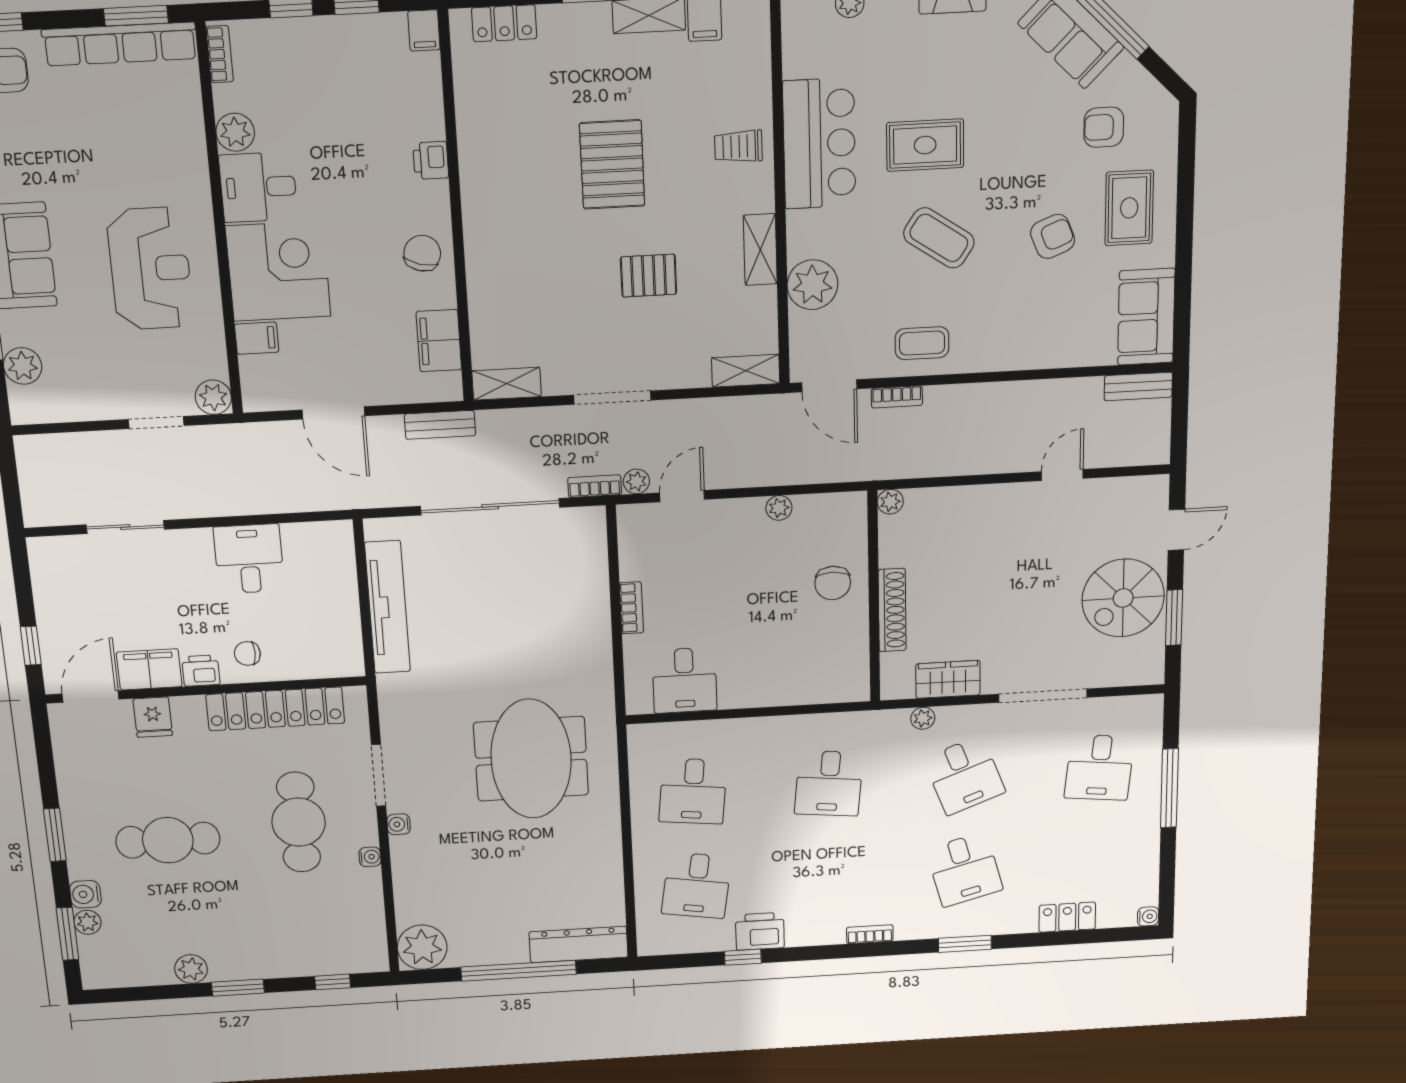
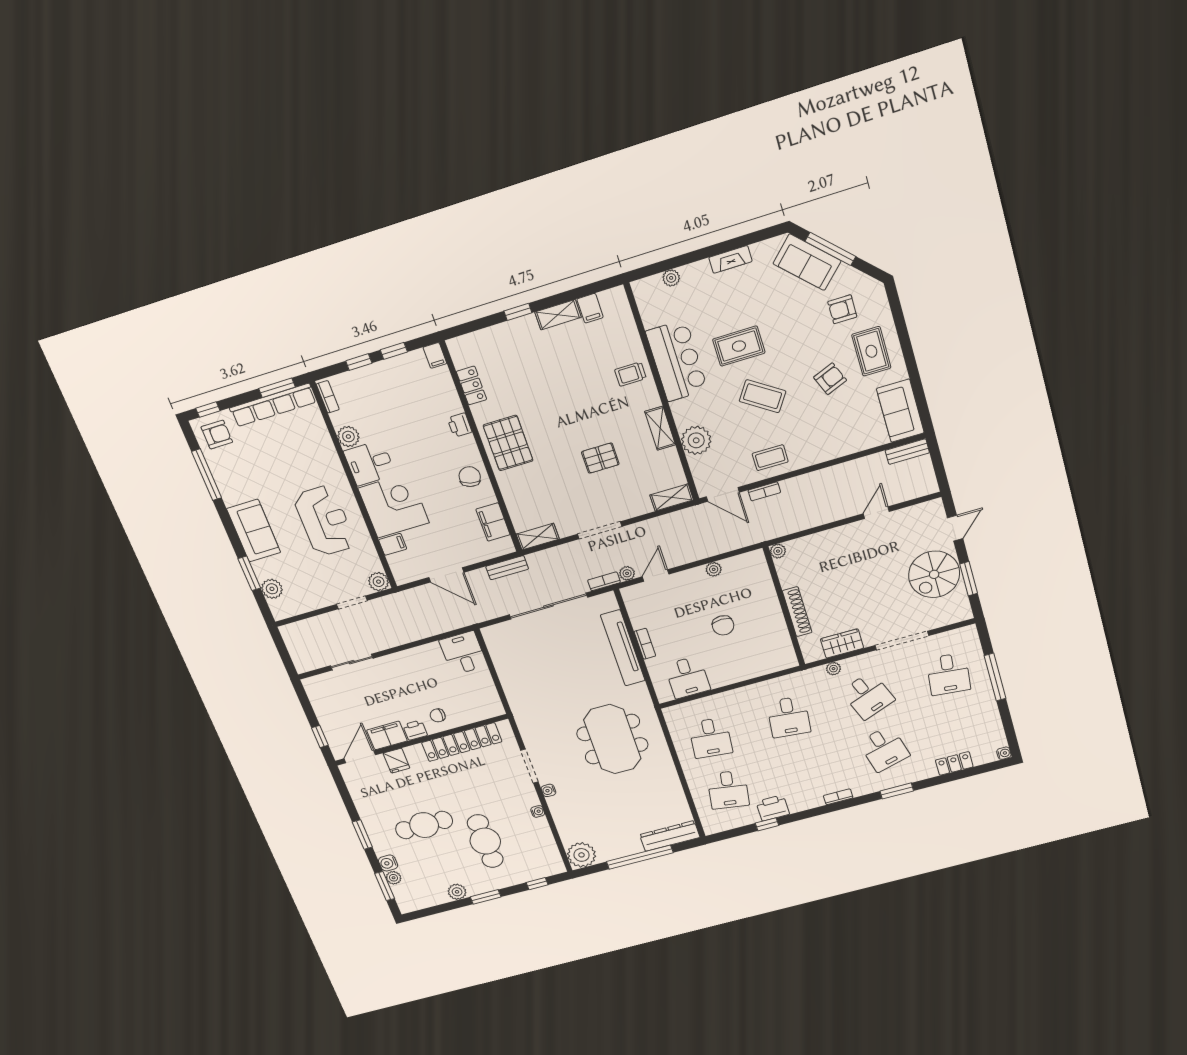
locker: (504, 23) -> (472, 385), moved, turned -90
pallet: (612, 165) -> (508, 443), moved
desk: (249, 559) -> (463, 653), moved
chair: (833, 583) -> (723, 625), moved
tv unit: (388, 607) -> (623, 648), moved, turned 180
cafe table: (299, 822) -> (485, 841), moved

